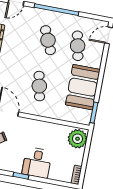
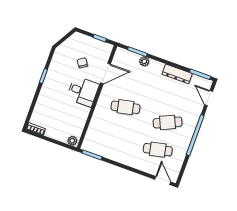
booth: (83, 87) -> (118, 148), removed
plant: (78, 139) -> (72, 141), width x0.53, depth x0.53
desk: (37, 163) -> (83, 91), moved, turned 180

